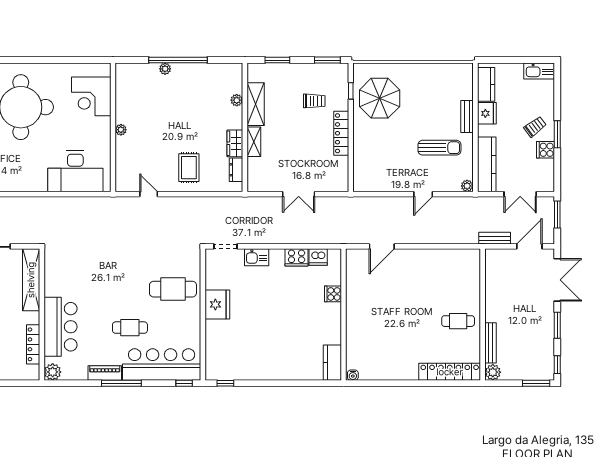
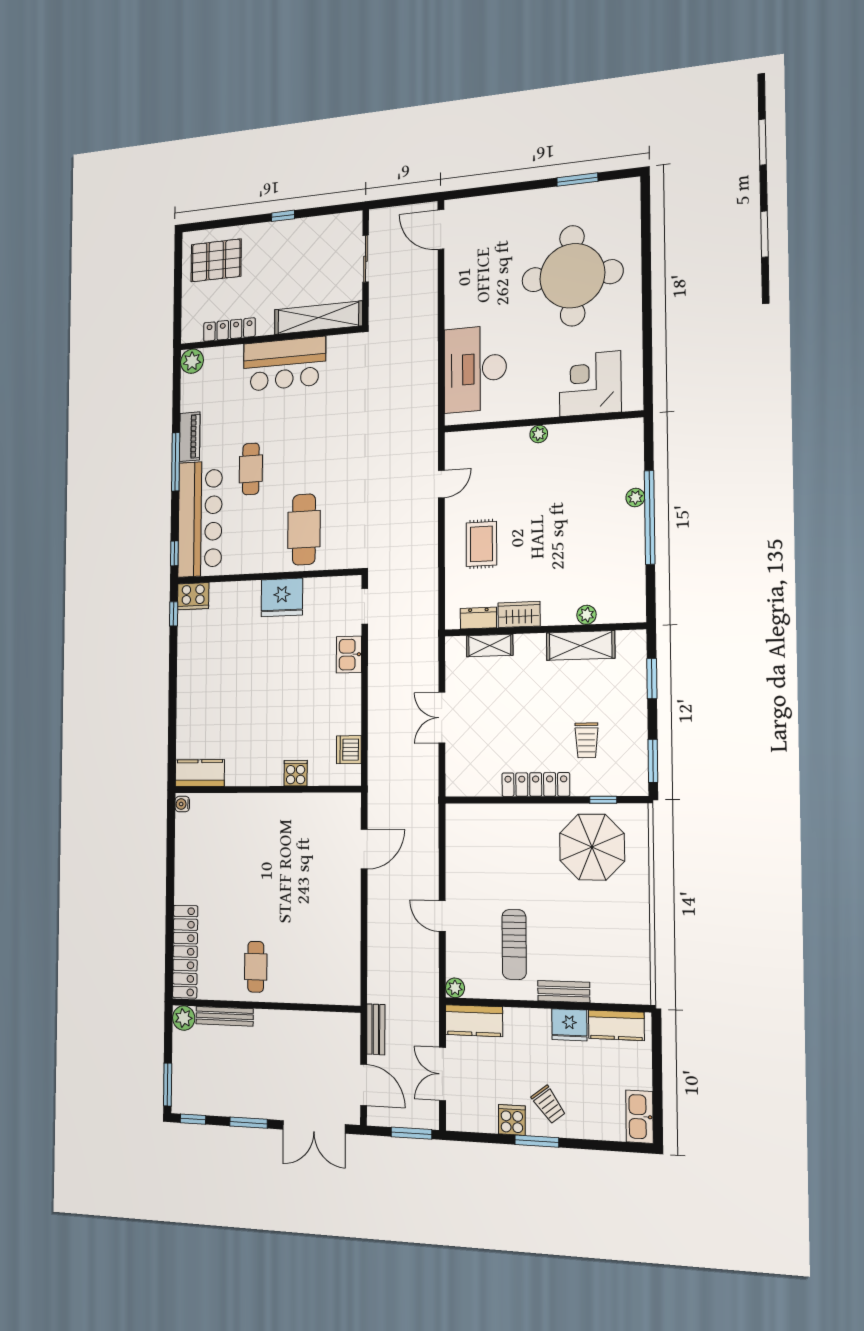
shelving: (254, 142) -> (490, 646), moved
kitchen counter: (487, 164) -> (474, 1021), width x0.67
rug: (189, 168) -> (481, 544), turned 90
door: (382, 246) -> (364, 849), swing flipped
cooker: (297, 257) -> (193, 596), moved, turned -90
bar counter: (60, 327) -> (284, 364), moved

